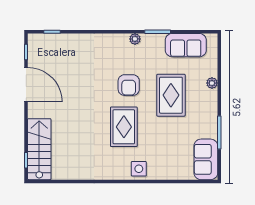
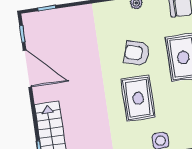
armchair: (129, 85) -> (137, 53), turned 107

